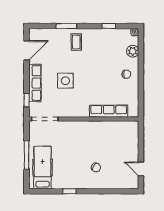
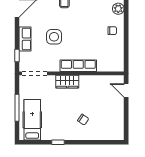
row of seats: (35, 83) -> (25, 39), width x0.68
row of seats: (109, 111) -> (78, 66), moved
wardrobe: (79, 128) -> (67, 82), added
door: (141, 169) -> (126, 90), moved

